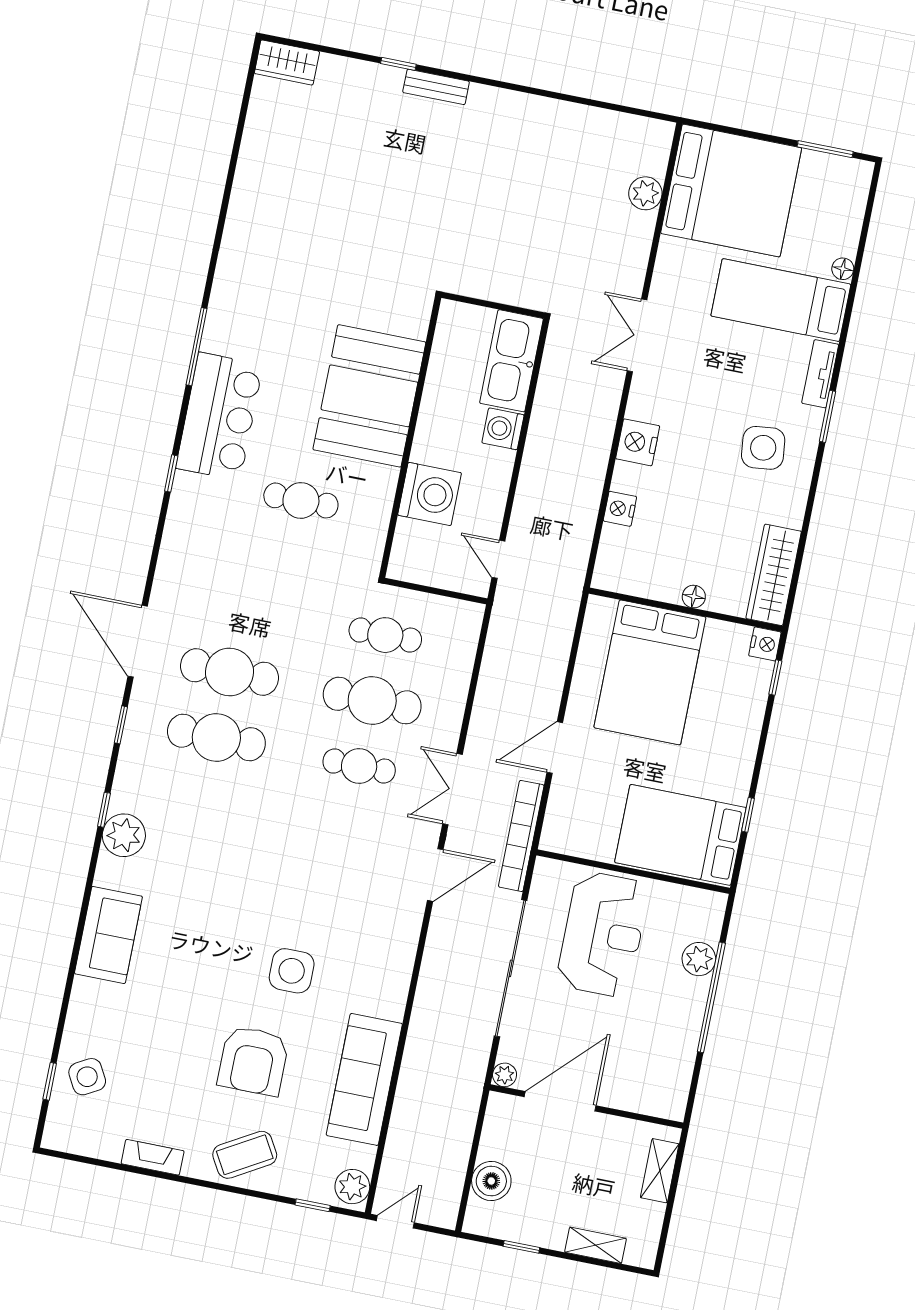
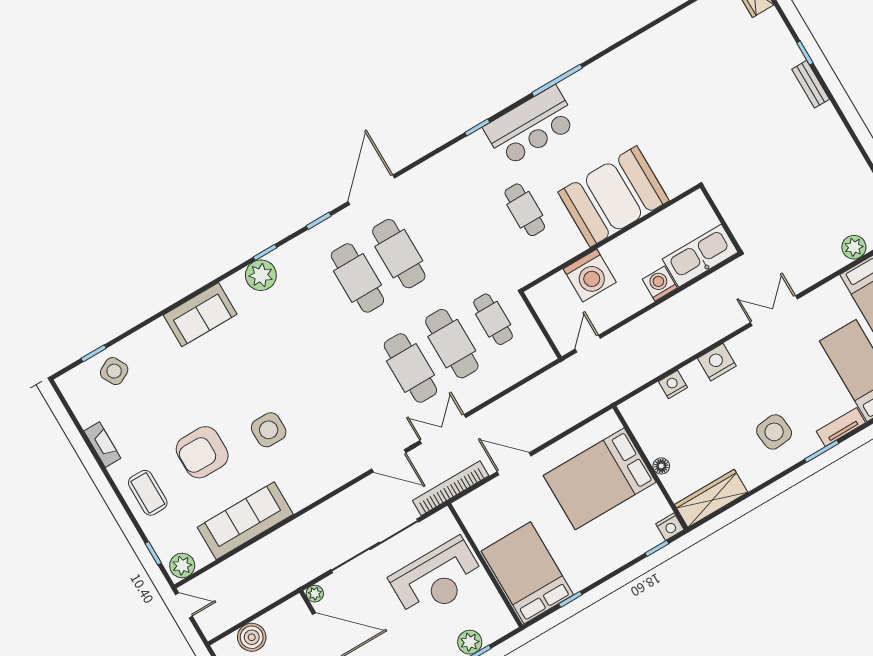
cafe table: (359, 766) -> (410, 368), width x1.37, depth x1.35
coffee table: (245, 1155) -> (148, 493), turned 30

